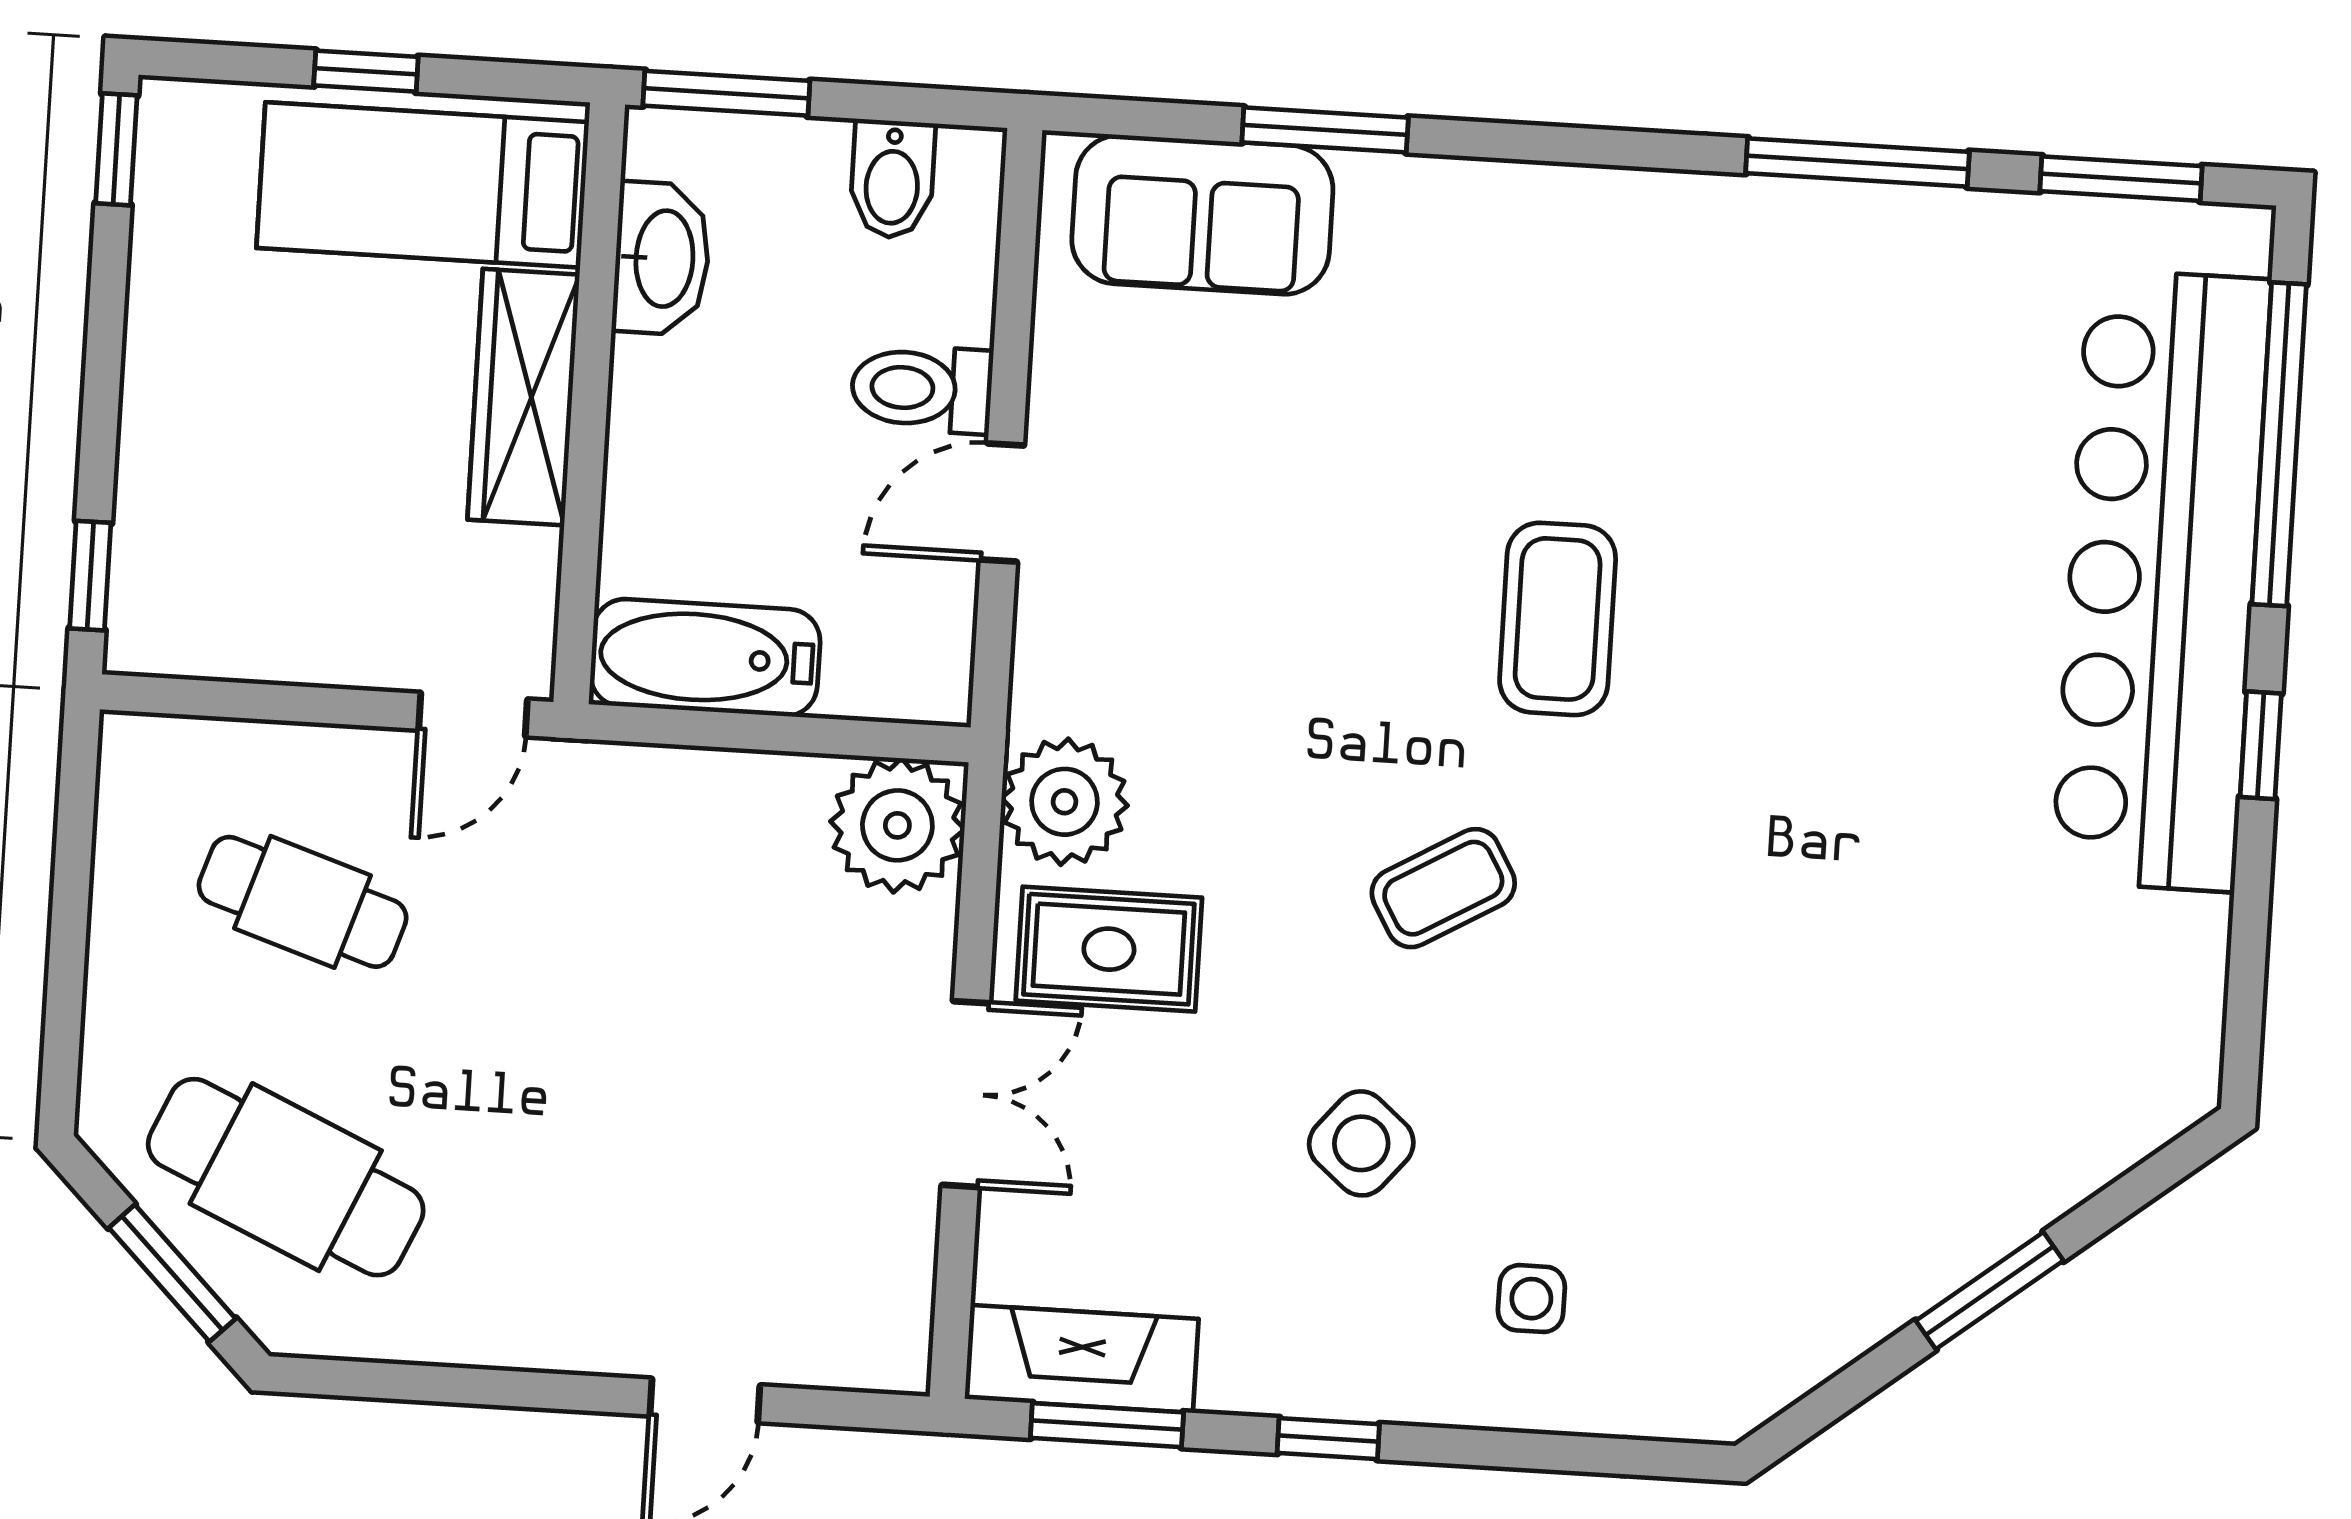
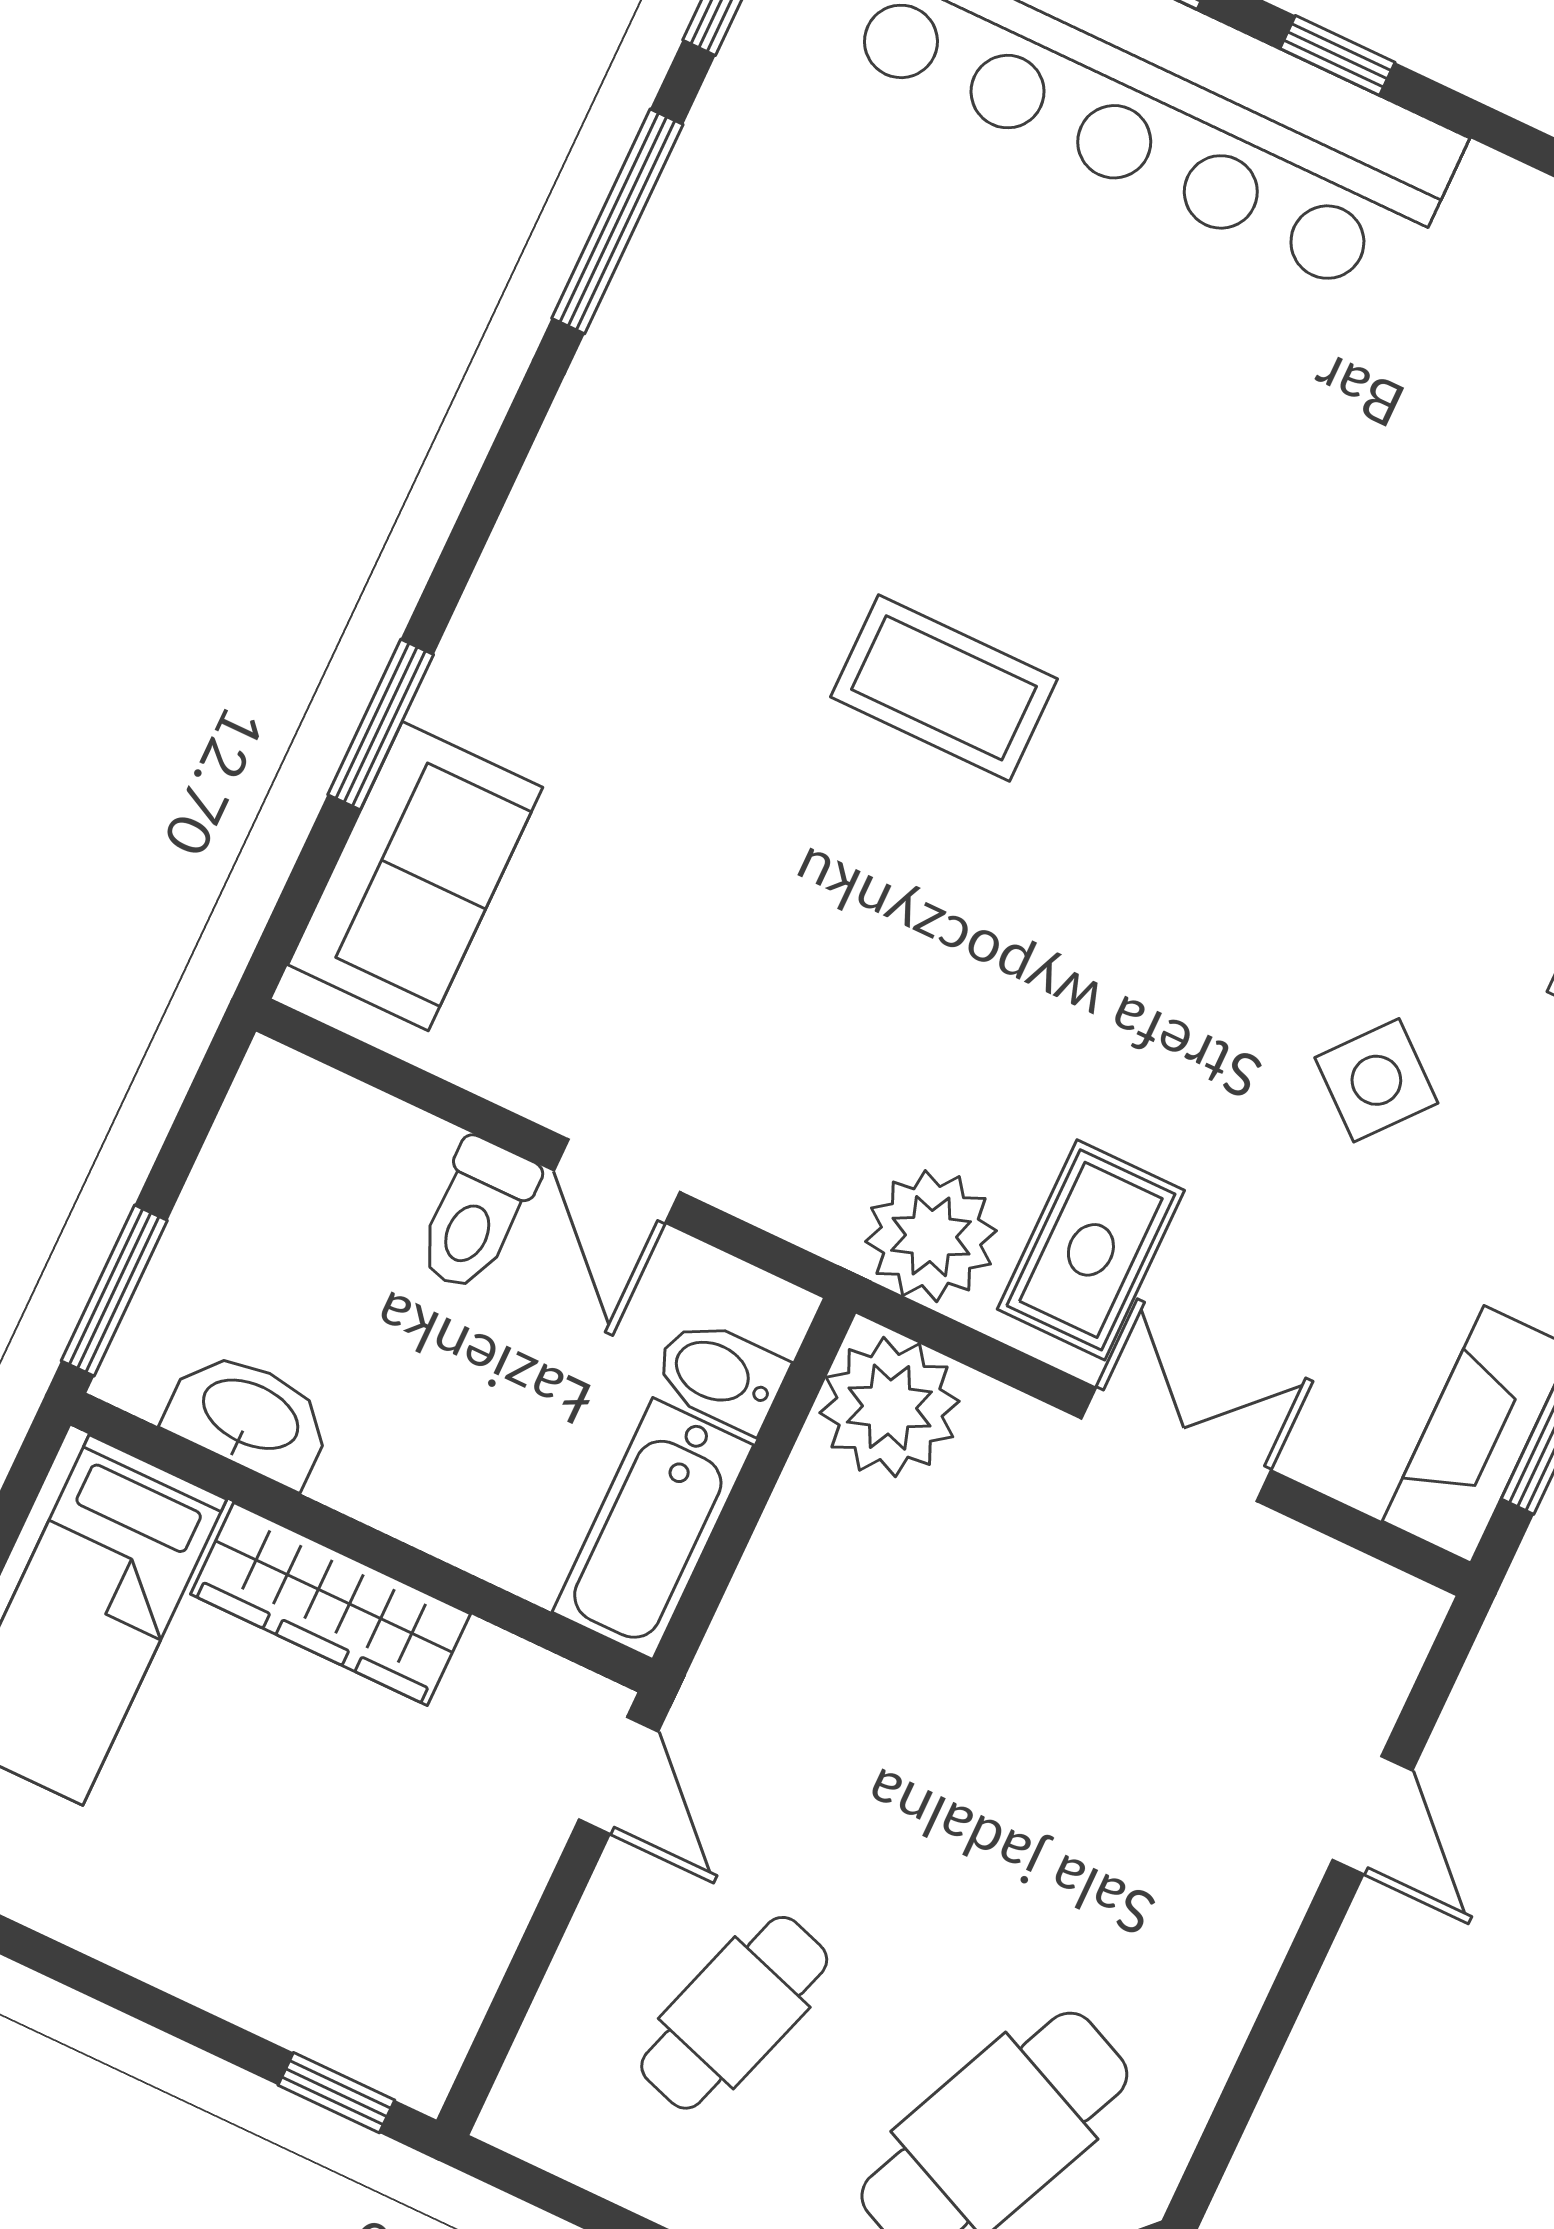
bidet: (892, 179) -> (720, 1375), moved, turned 180
coffee table: (1443, 888) -> (1161, 902), removed

